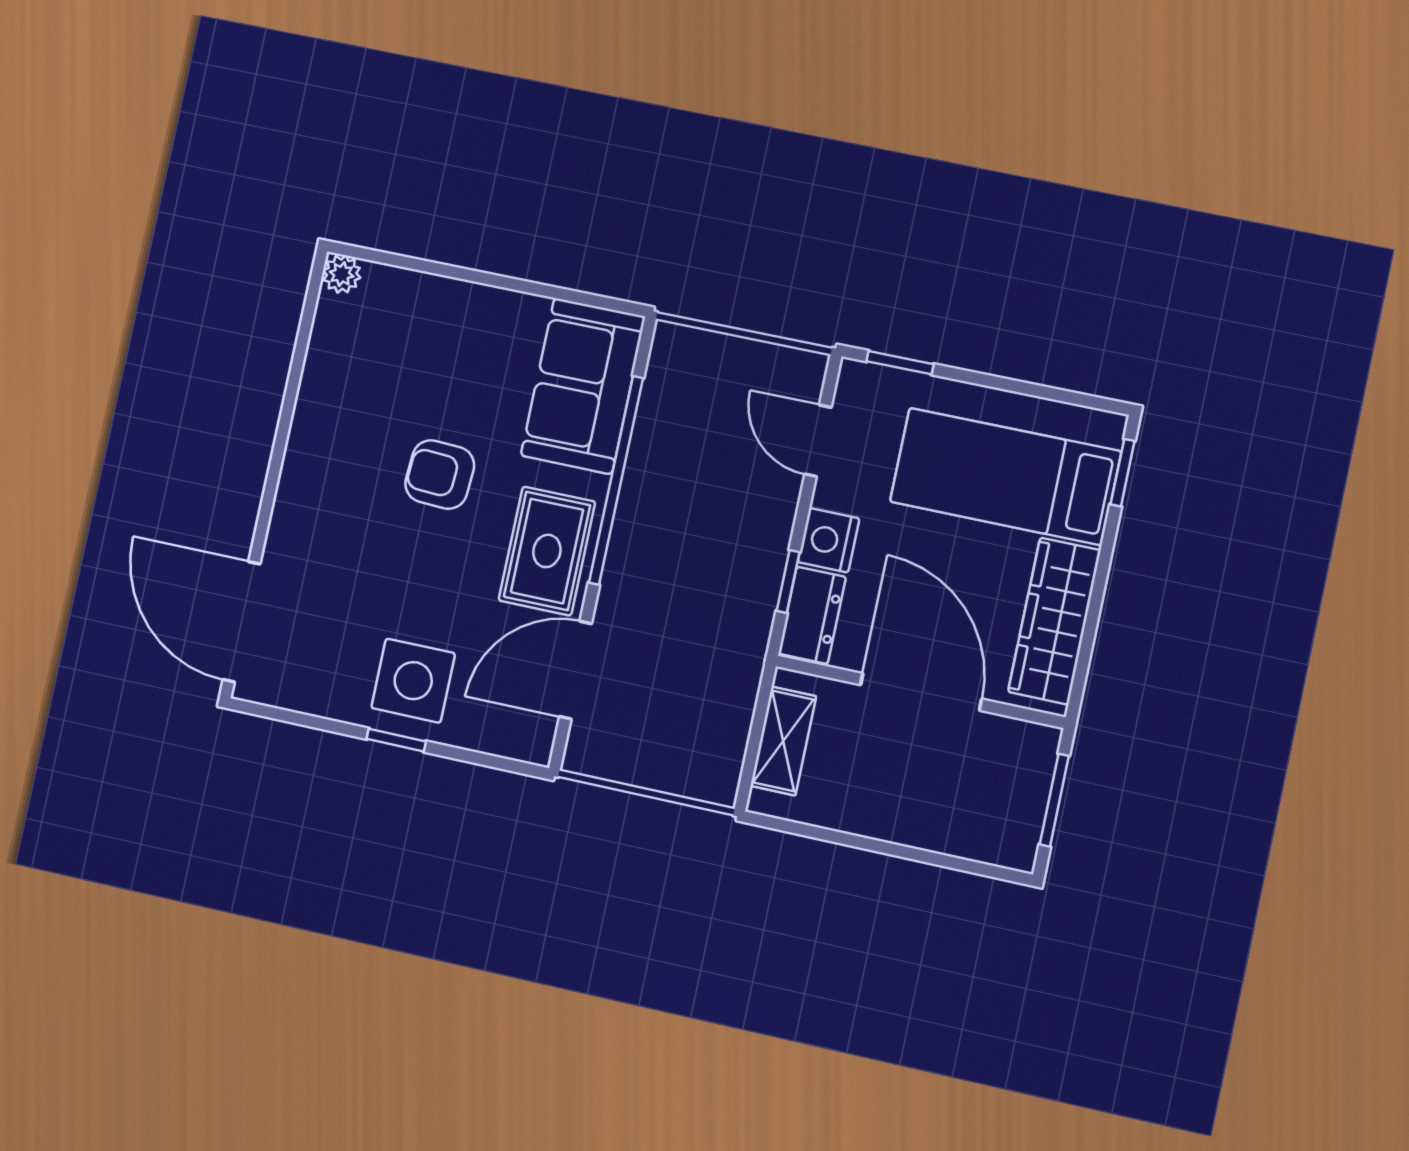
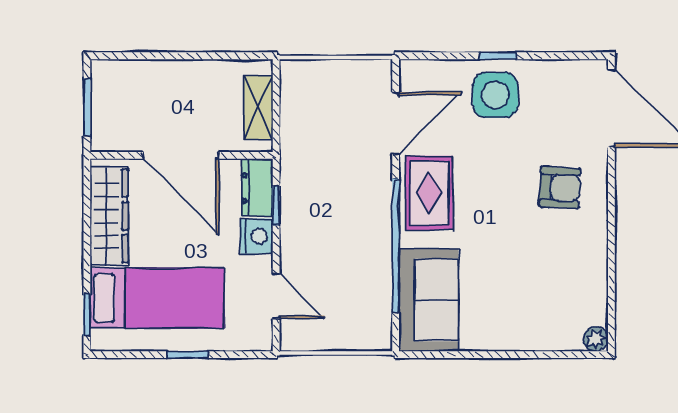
window: (900, 363) -> (188, 355), moved
armchair: (440, 475) -> (560, 188), moved

